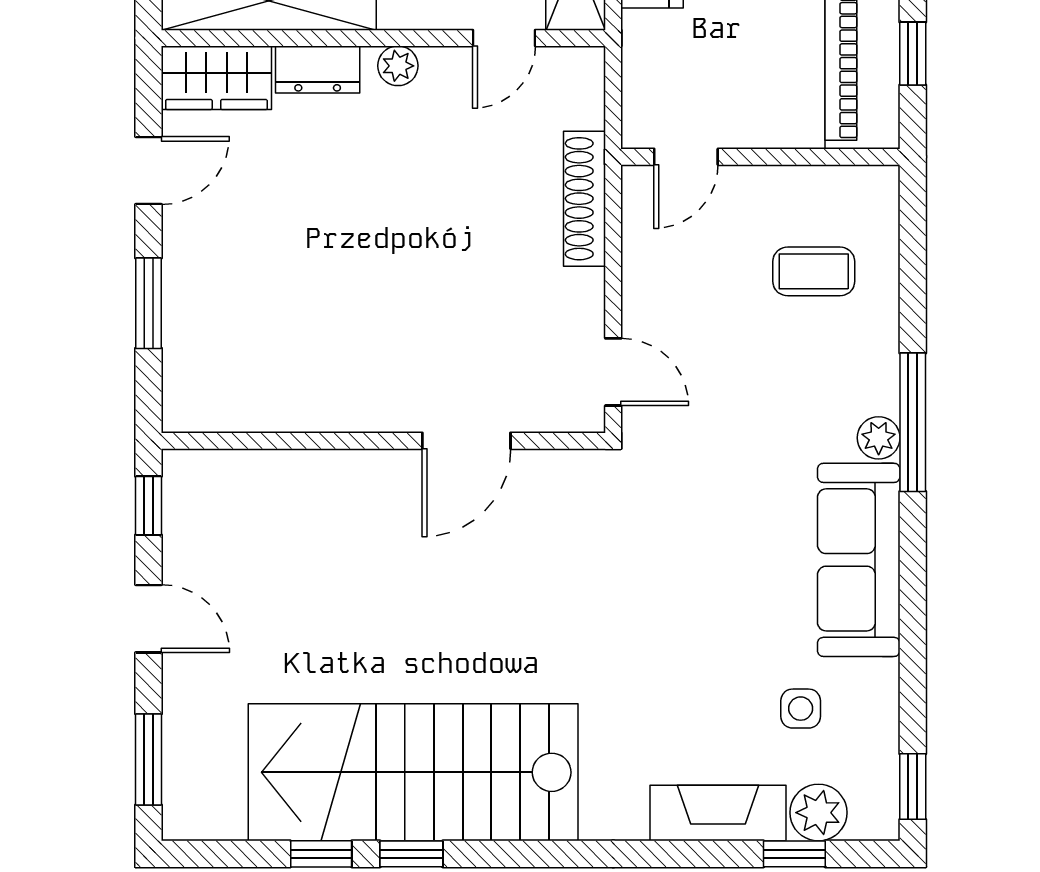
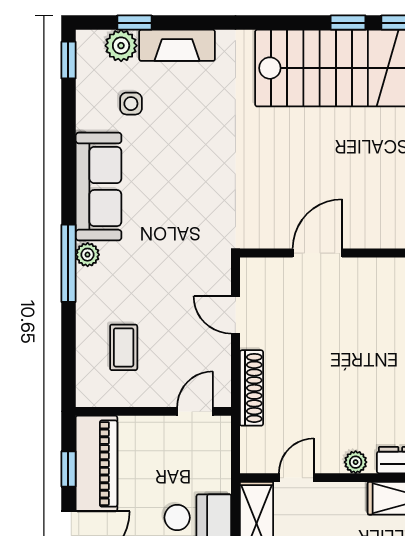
coffee table: (814, 271) -> (124, 347), turned 90
door: (613, 372) -> (235, 315), moved

